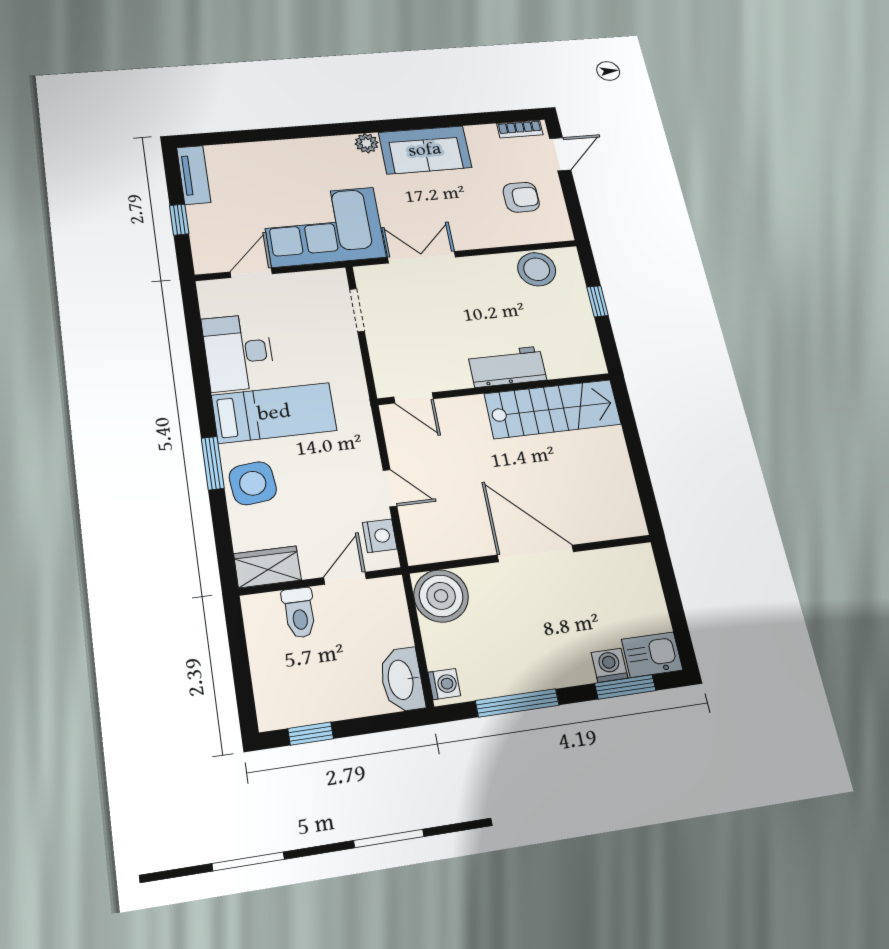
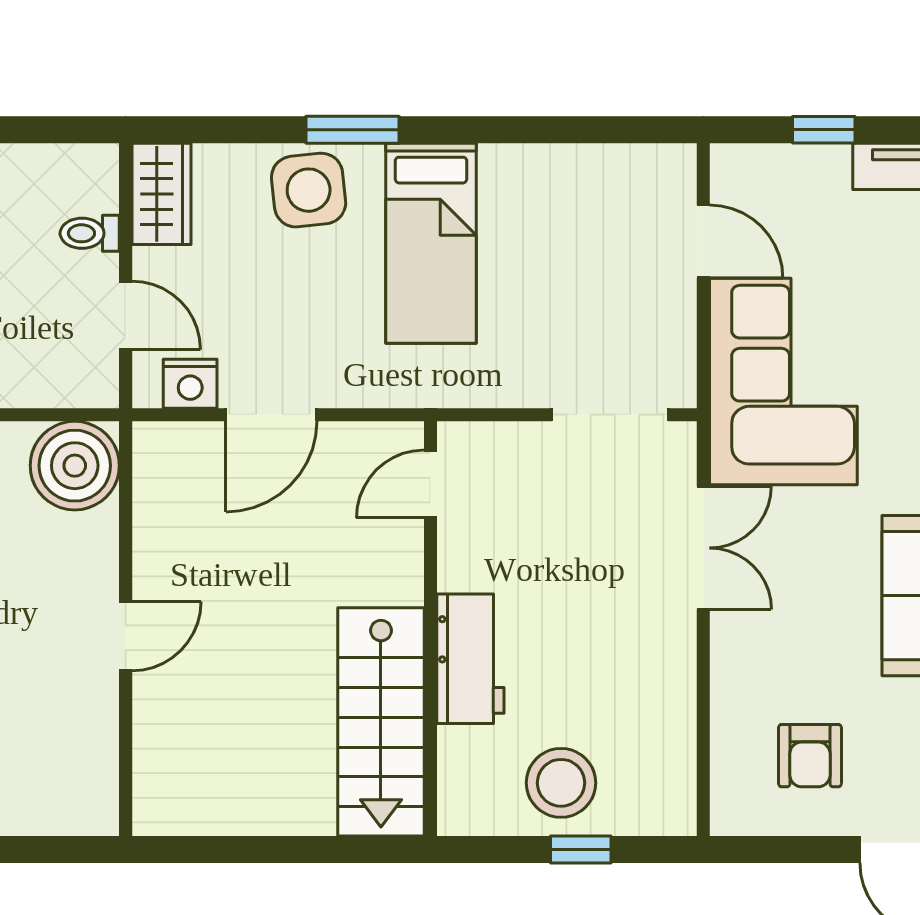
stool: (537, 269) -> (561, 783), moved
doorway: (357, 310) -> (610, 415), width x1.38
desk: (238, 352) -> (551, 199), removed
door: (390, 488) -> (271, 415), width x1.38
door: (536, 553) -> (126, 636), width x0.53
toilet: (299, 613) -> (90, 233), width x0.73, depth x0.72

